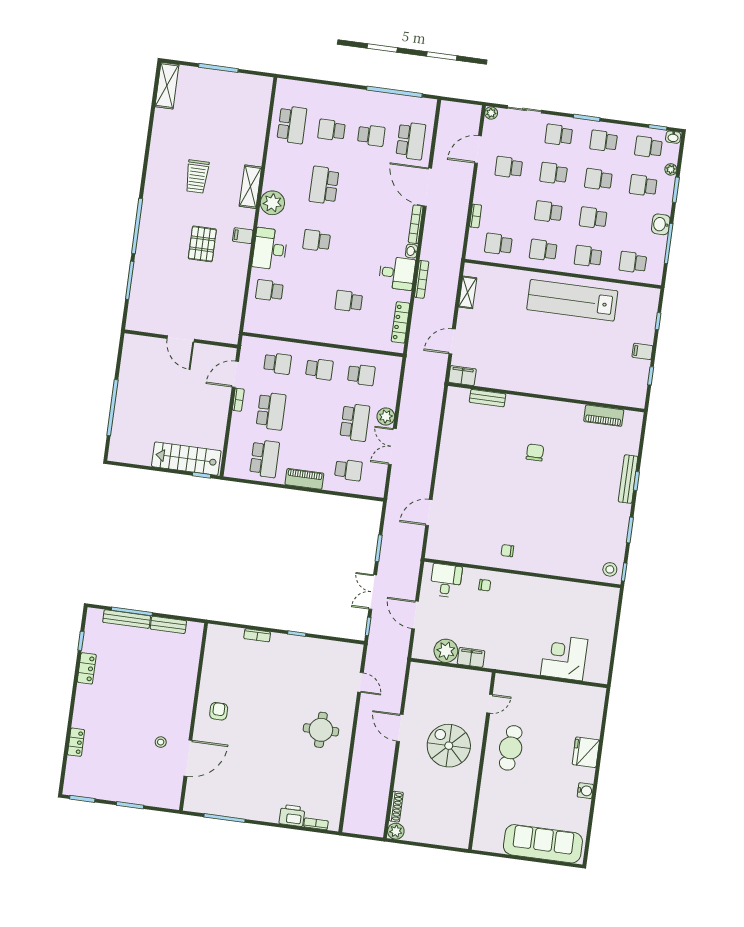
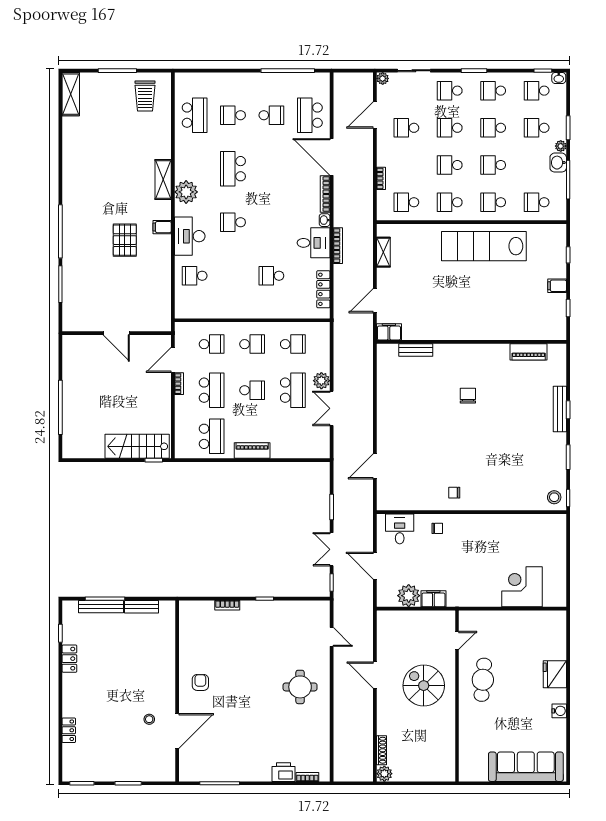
school desk: (411, 141) -> (310, 115), turned 180
plant: (671, 169) -> (561, 146), moved
trolley: (197, 176) -> (145, 96), moved
school desk: (348, 470) -> (252, 390), moved

